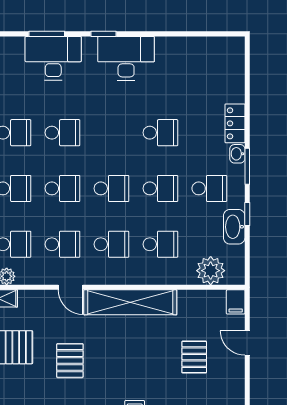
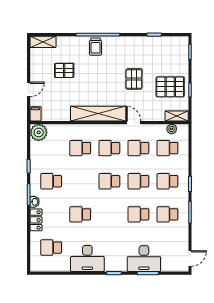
desk: (126, 58) -> (87, 259), moved
school desk: (160, 188) -> (51, 248), moved
washbasin: (234, 227) -> (36, 159), removed
plant: (211, 271) -> (39, 132), moved
door: (247, 343) -> (29, 89), hinge flipped
pallet: (194, 357) -> (64, 70), moved, turned 90

